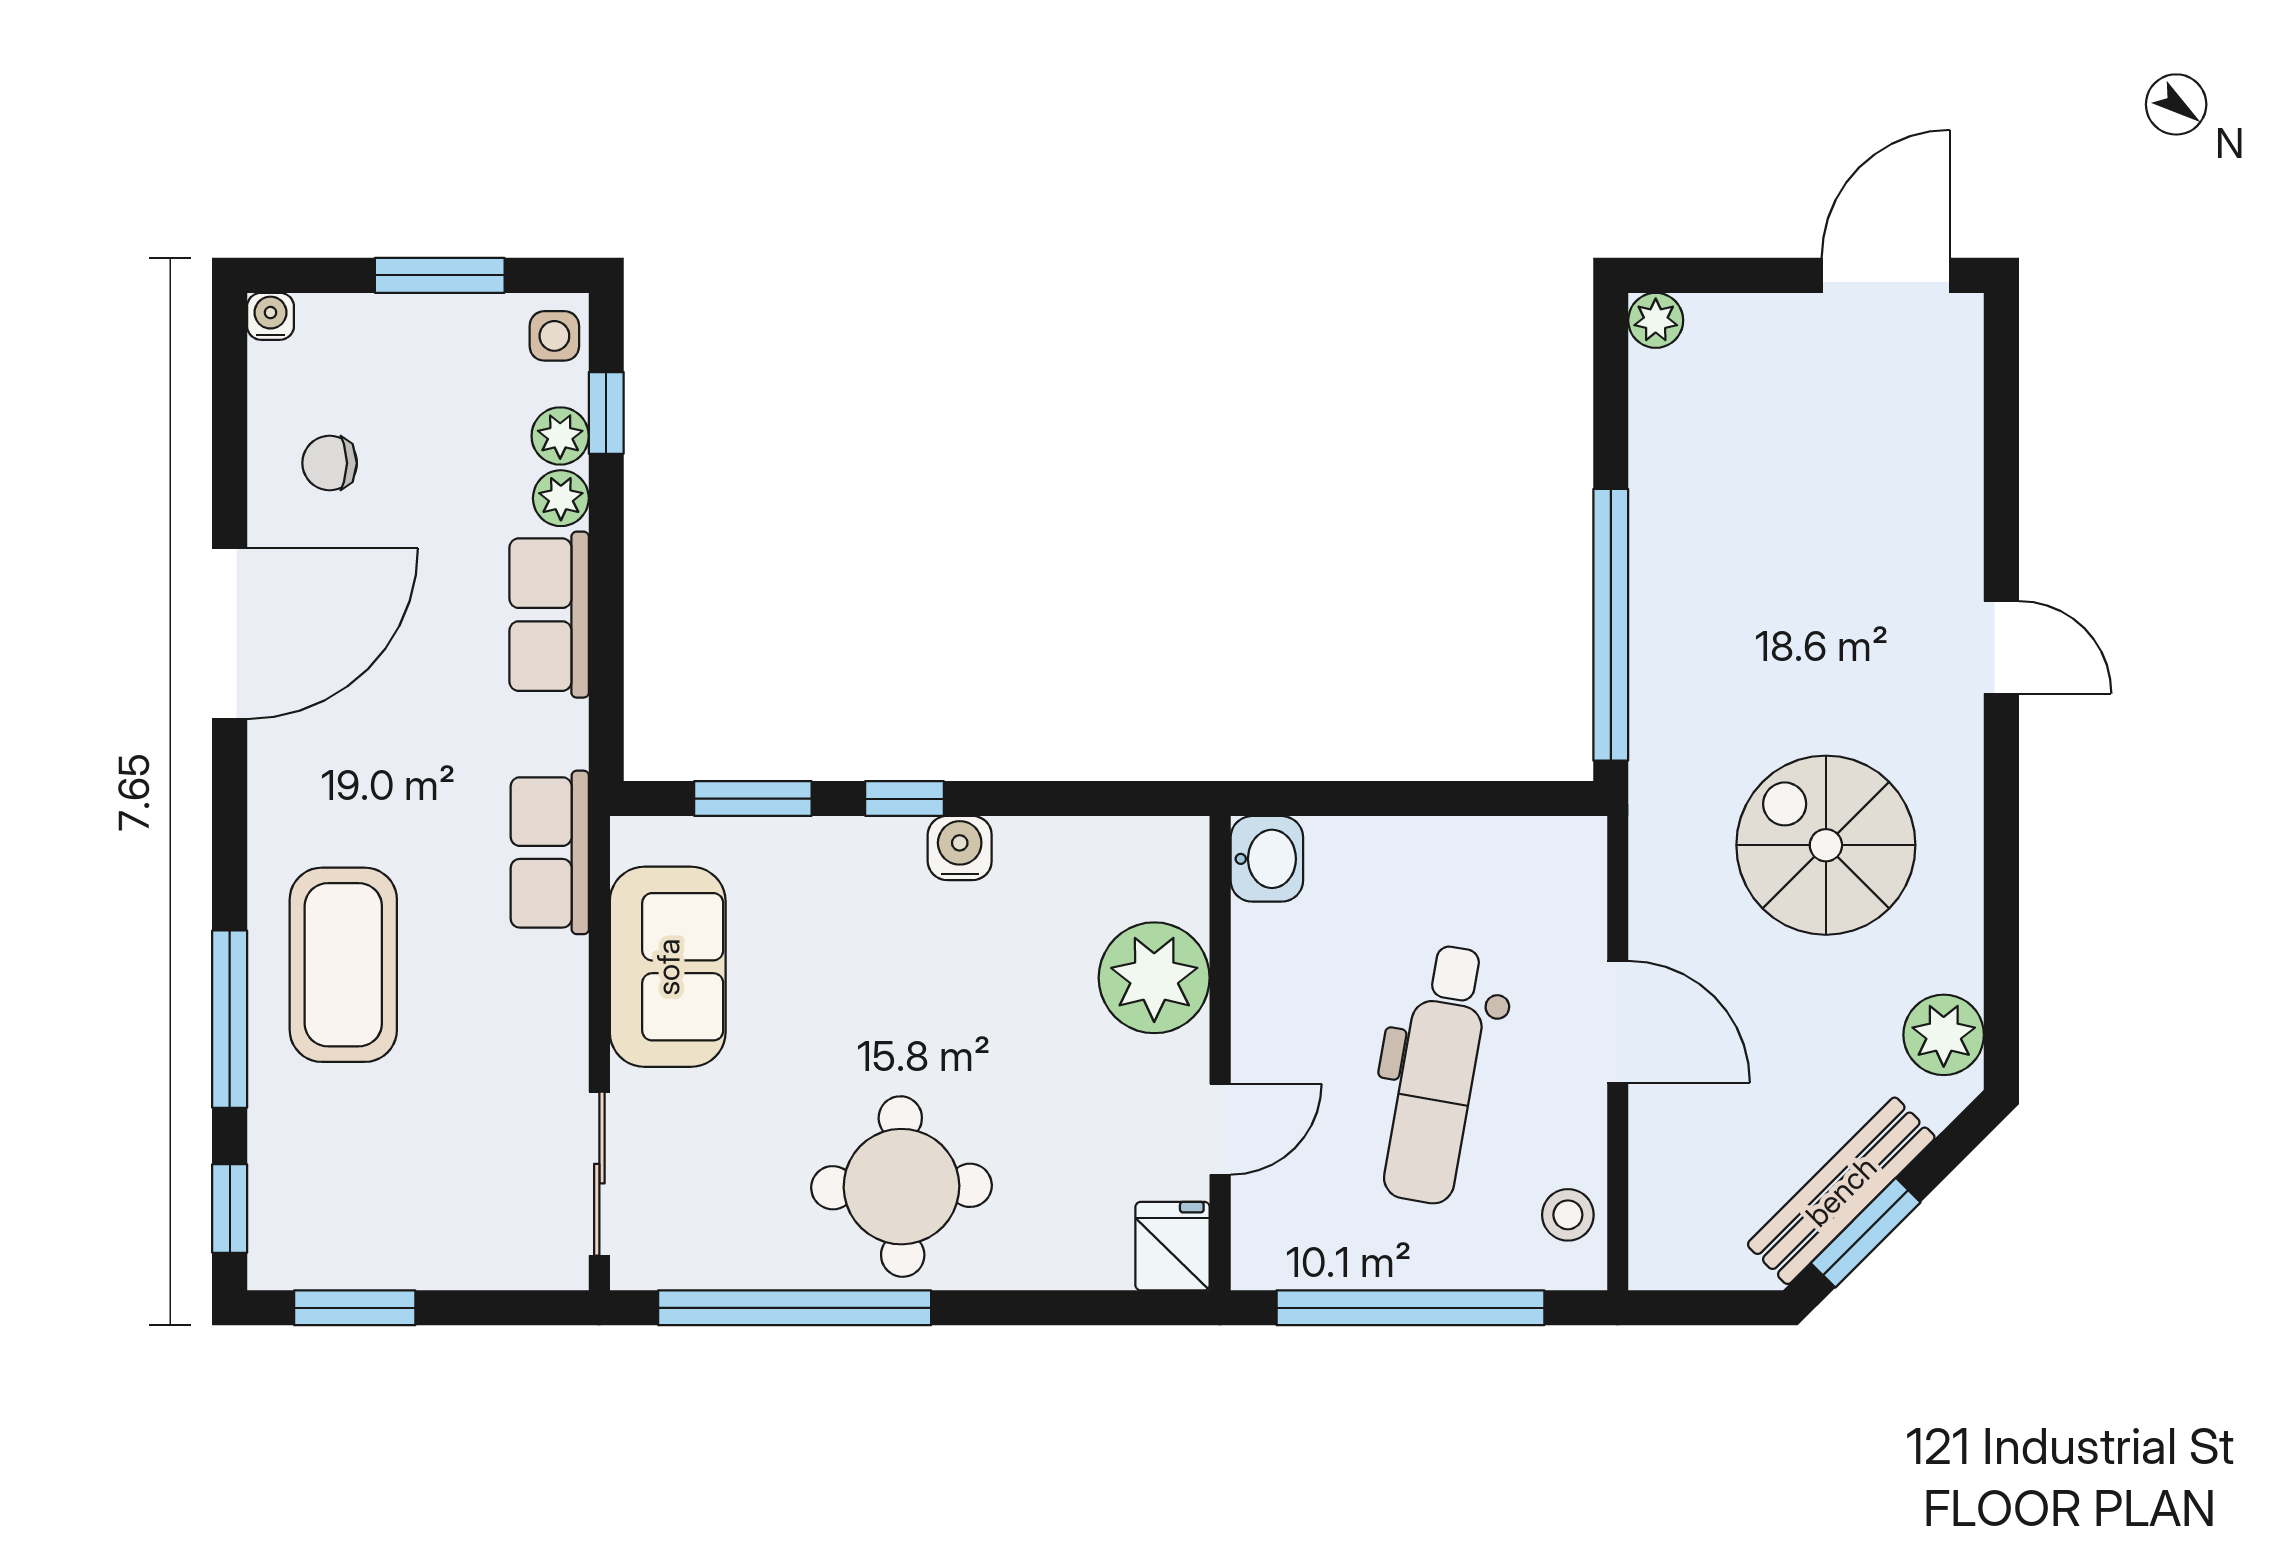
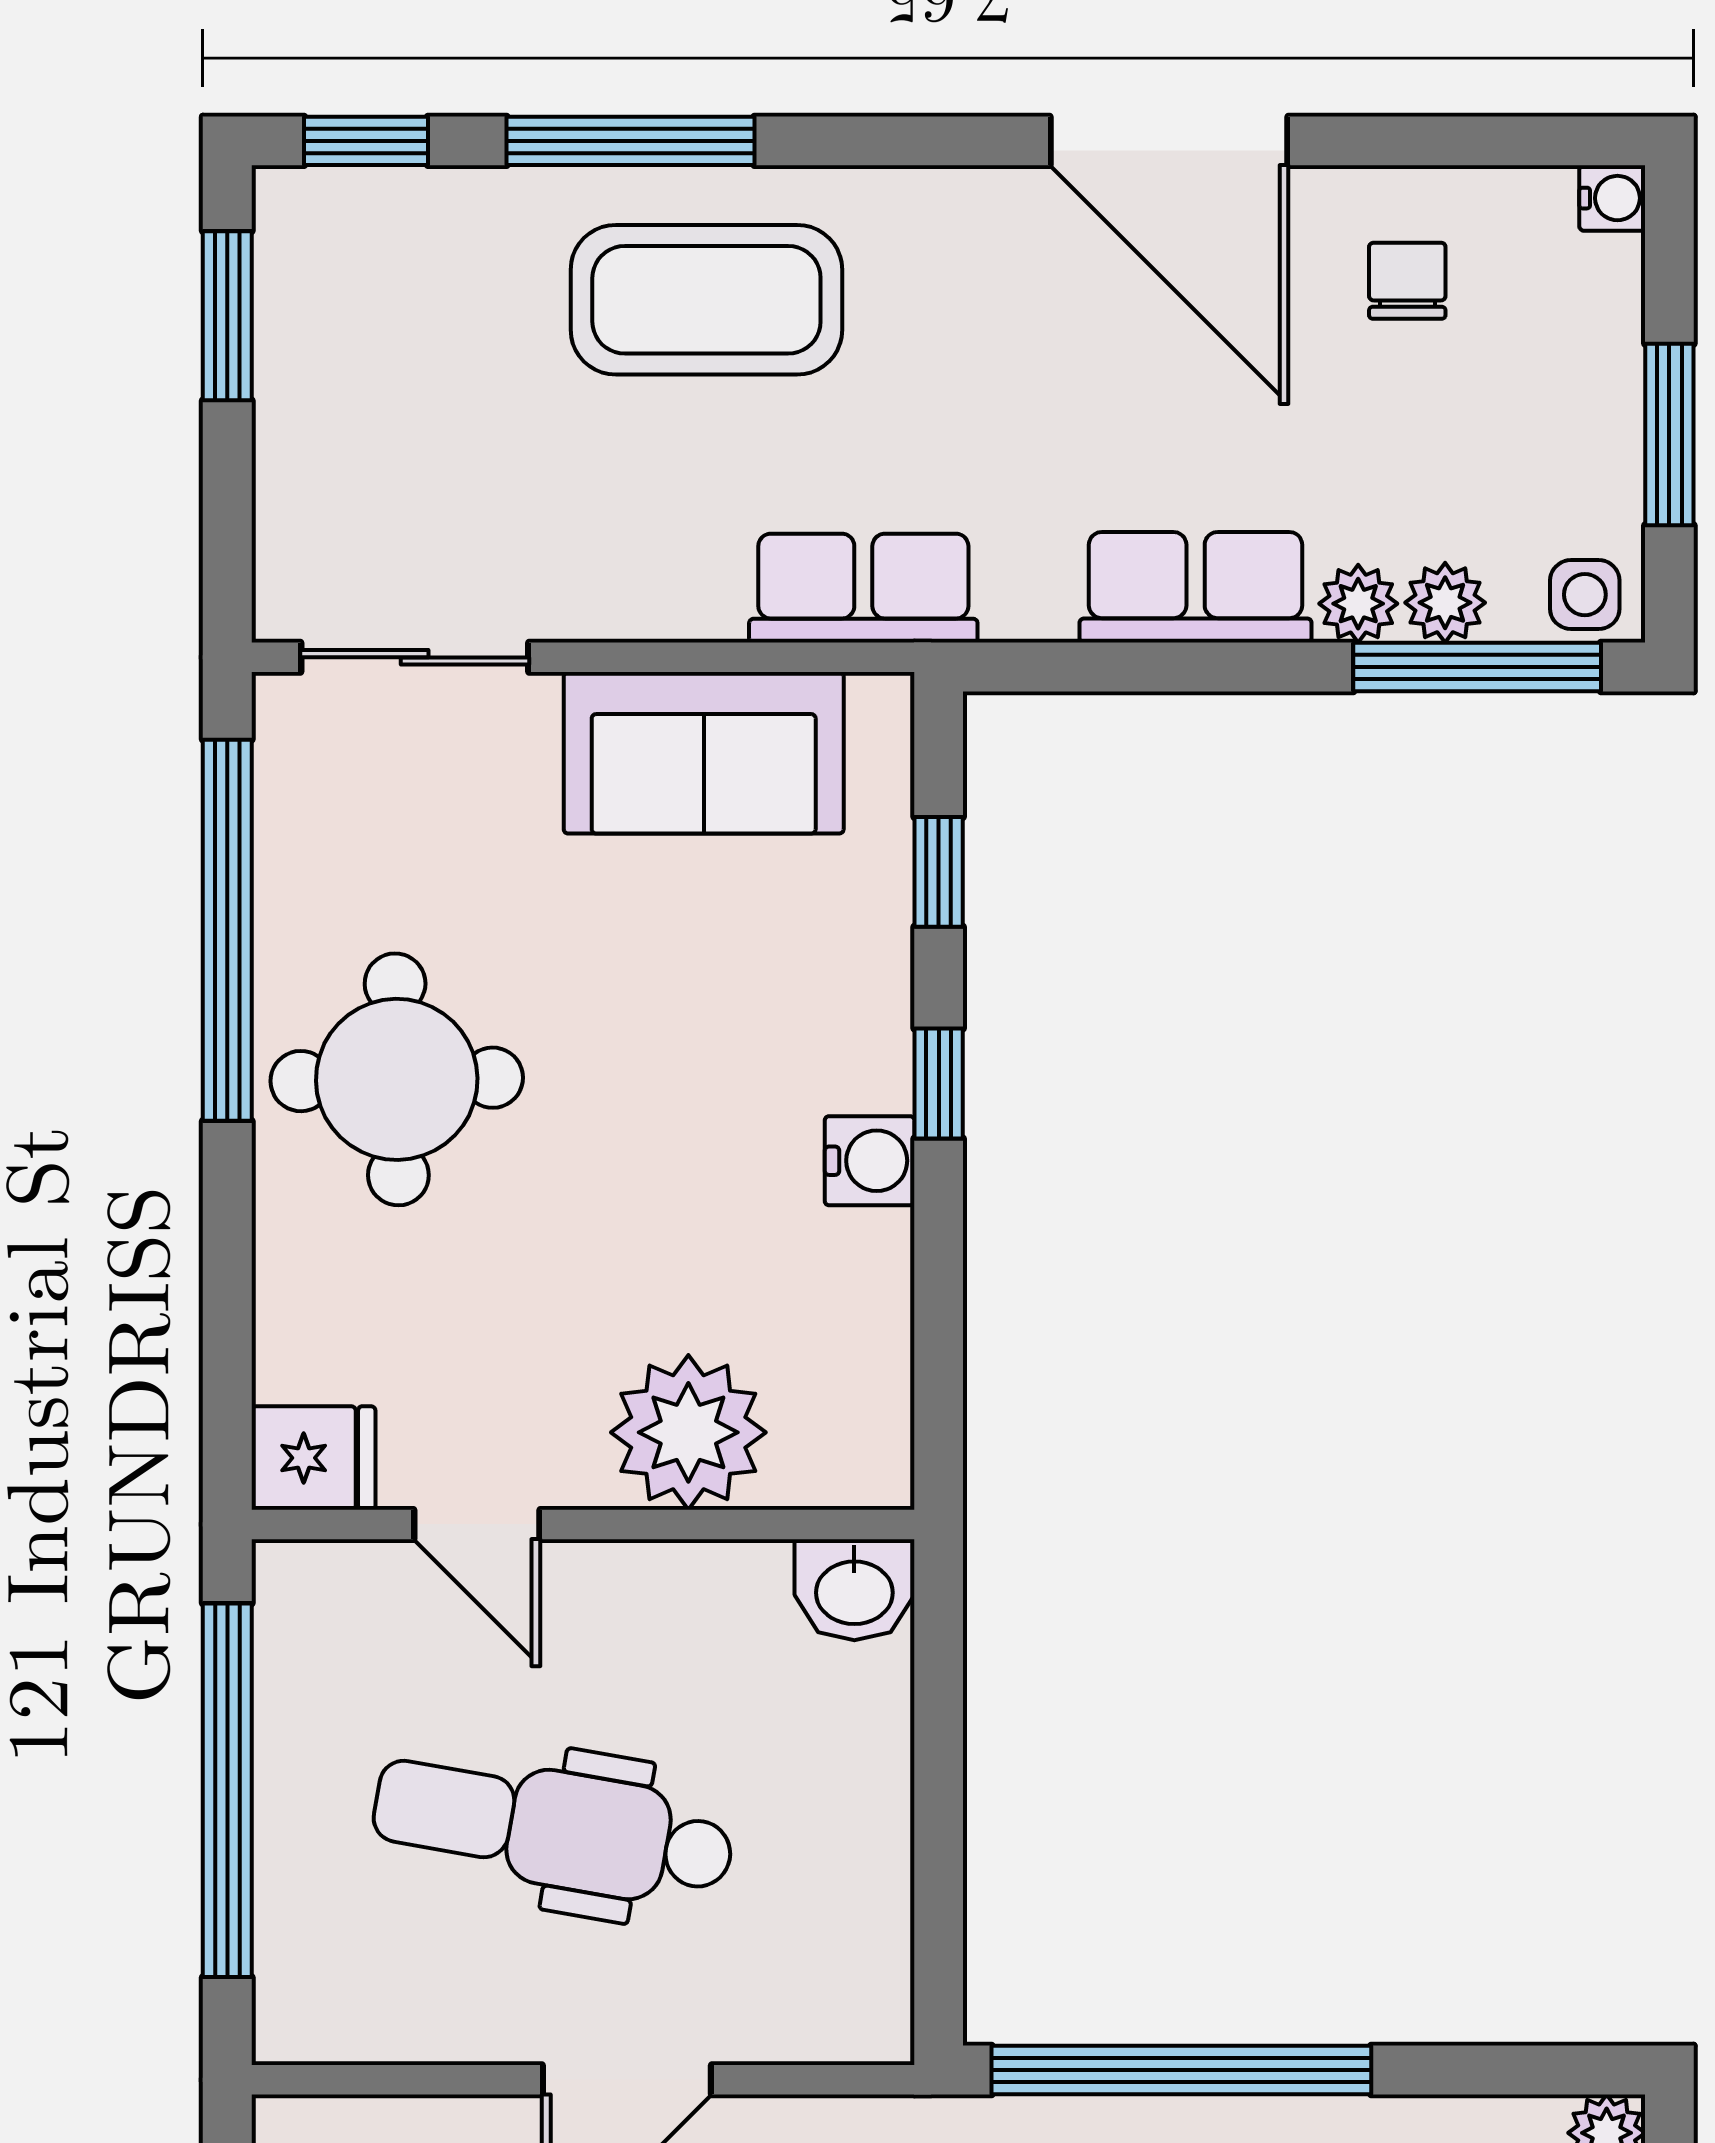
window: (606, 413) -> (1477, 667), width x2.17
window: (753, 799) -> (939, 872), width x0.67
stool: (1568, 1215) -> (357, 2010), removed

